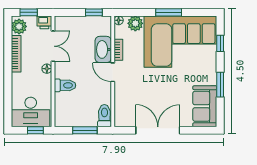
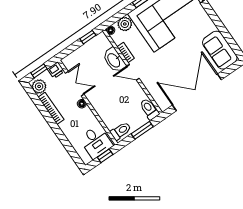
toilet: (65, 85) -> (121, 131), moved
window: (220, 85) -> (220, 26), removed
desk: (31, 112) -> (96, 142), width x0.73
double door: (158, 130) -> (197, 92), width x1.36

